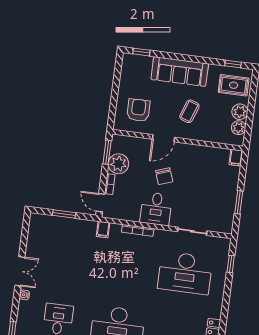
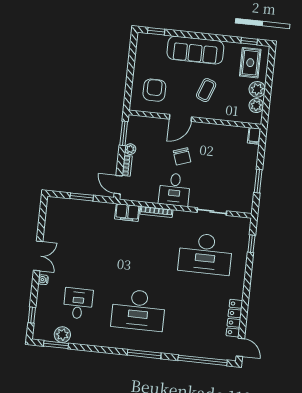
rug: (234, 85) -> (250, 63), turned 90
plant: (118, 164) -> (130, 149), width x0.53, depth x0.53
filing cabinet: (103, 230) -> (127, 212), width x2.00

